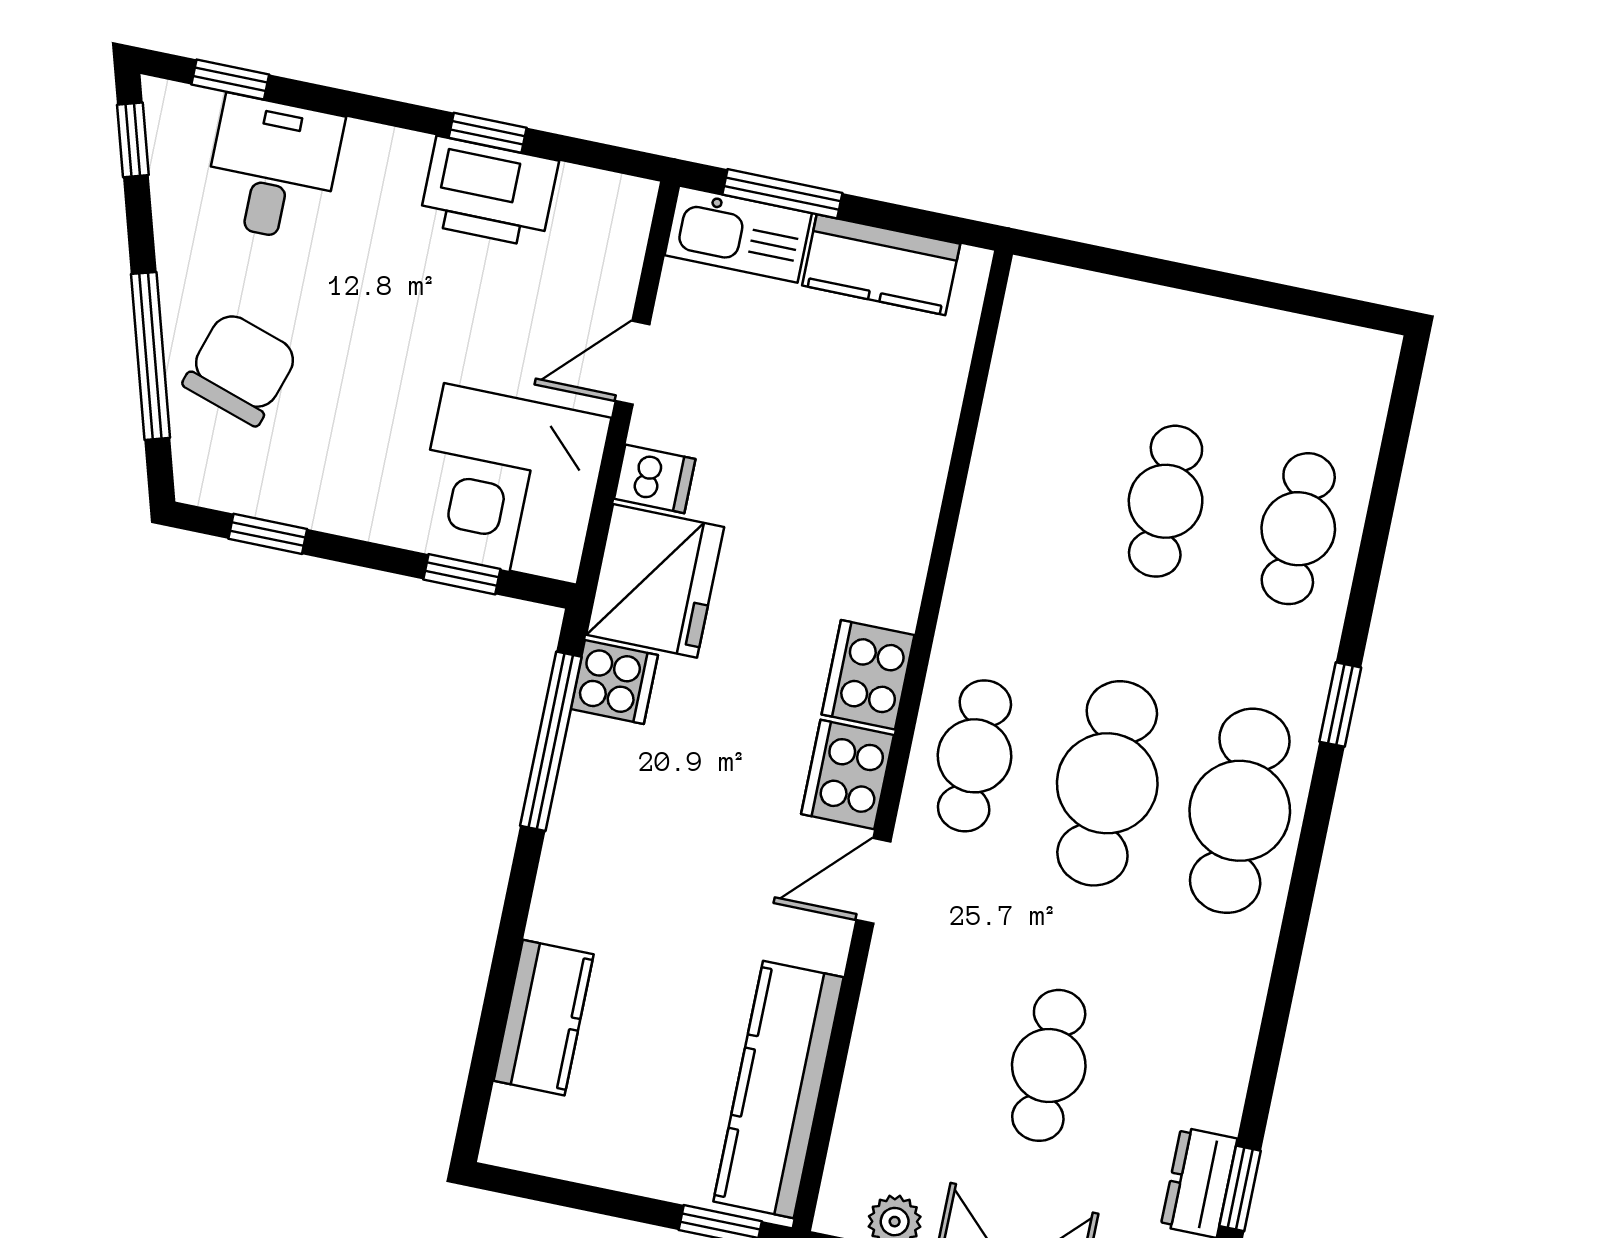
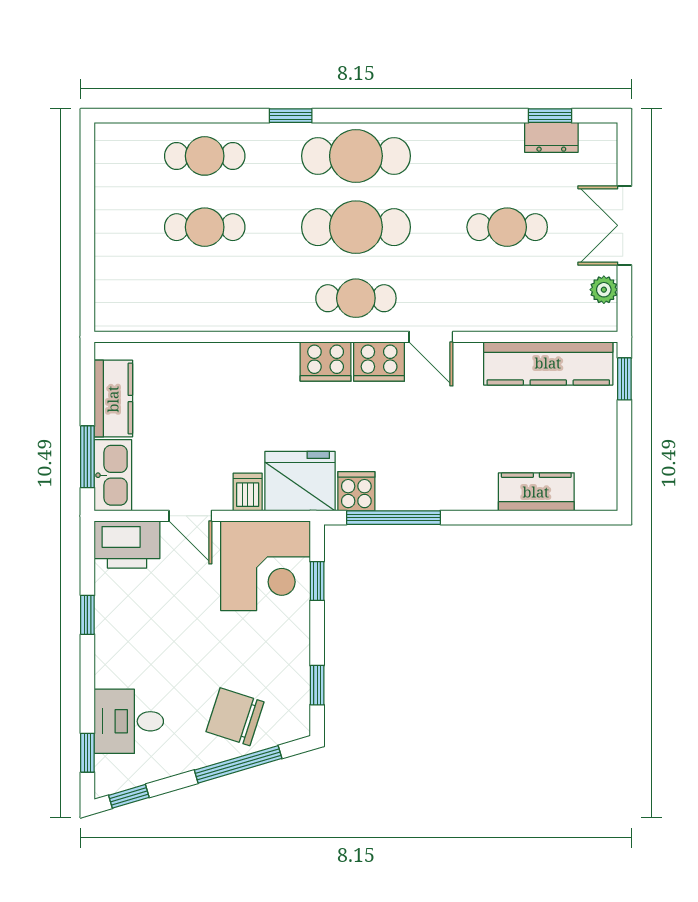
printer: (489, 192) -> (127, 544), moved, turned 90

